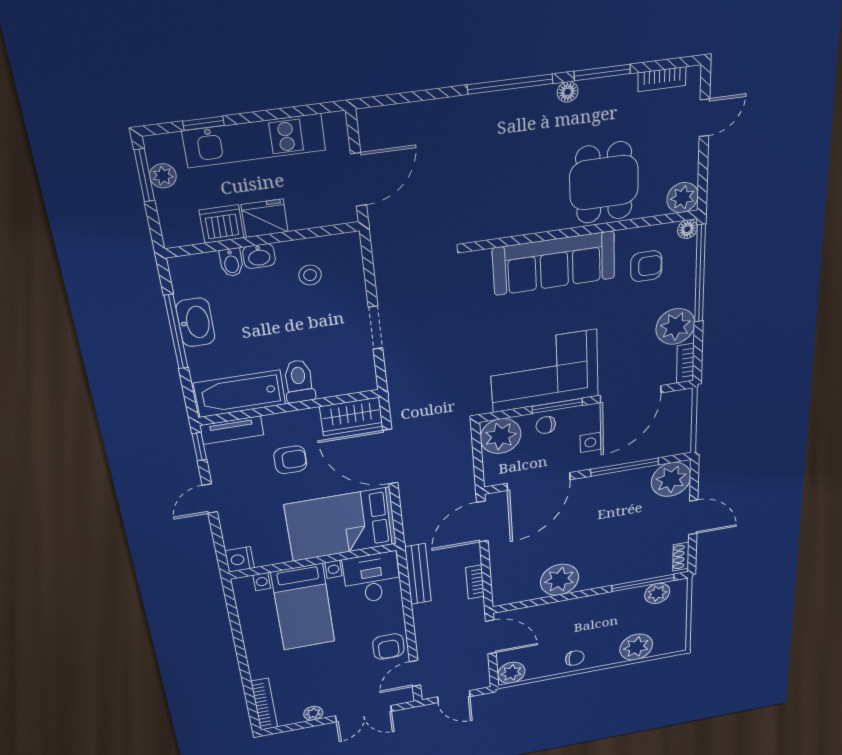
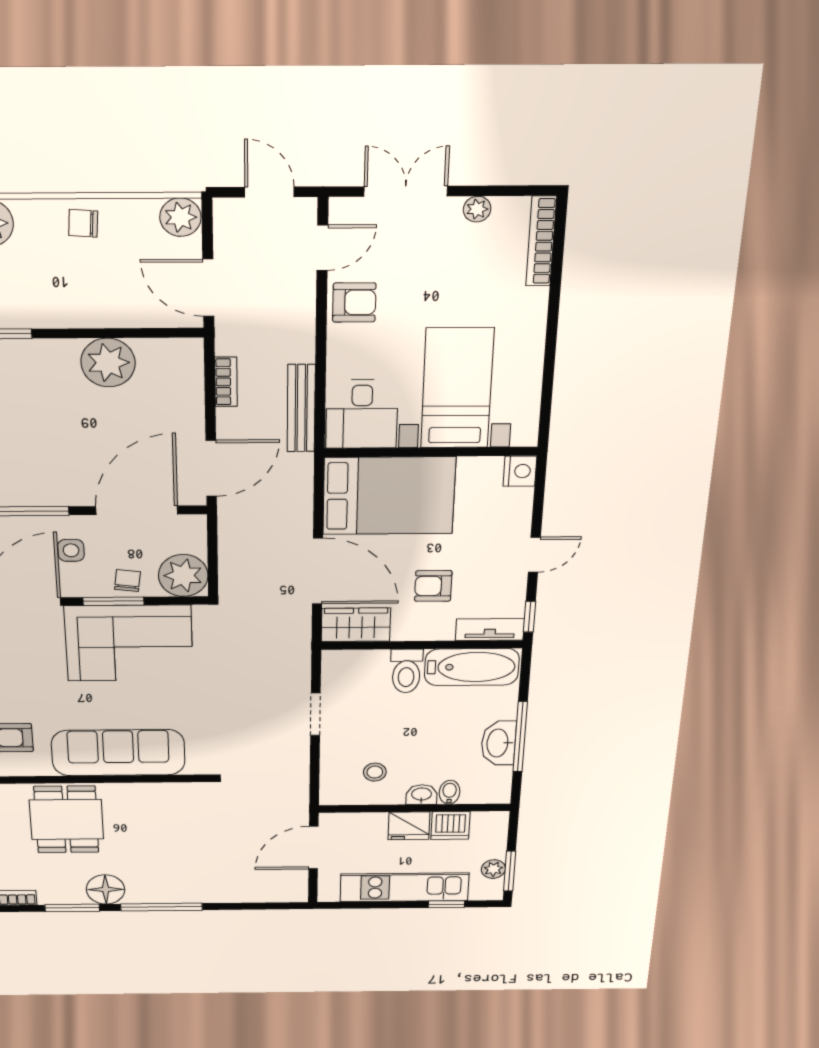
floor lamp: (568, 92) -> (106, 889), width x1.89, depth x1.89
chair: (546, 425) -> (127, 580), turned -83
armchair: (388, 647) -> (354, 302), turned 90

